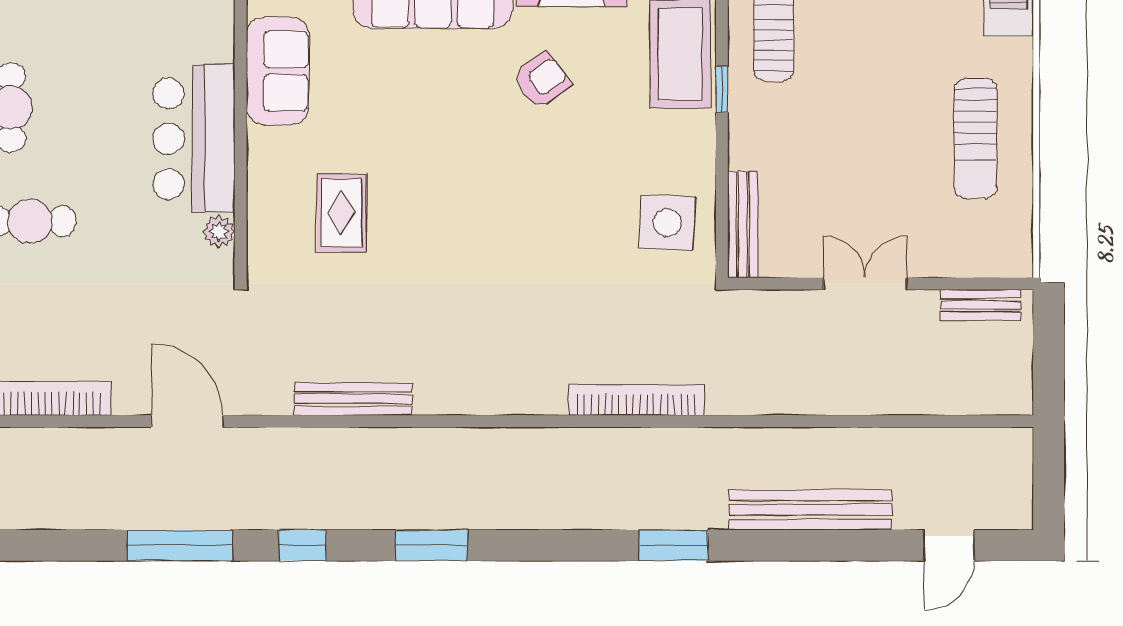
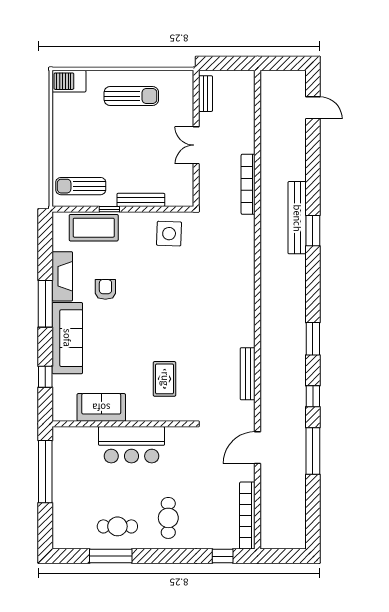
armchair: (542, 80) -> (105, 289), turned 36
rug: (341, 213) -> (165, 379), turned 90
bench: (743, 225) -> (141, 200), moved
plant: (219, 232) -> (173, 434), removed
bookcase: (636, 400) -> (248, 184), moved
bench: (811, 510) -> (297, 218), moved

